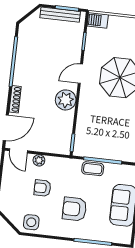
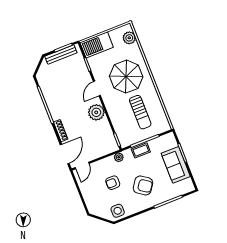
barbecue: (98, 20) -> (97, 45), width x1.88, depth x1.53
sun lounger: (115, 126) -> (140, 112), added
door: (18, 151) -> (82, 166), hinge flipped
plant: (39, 160) -> (119, 157), moved
armchair: (75, 209) -> (143, 185), turned -145

